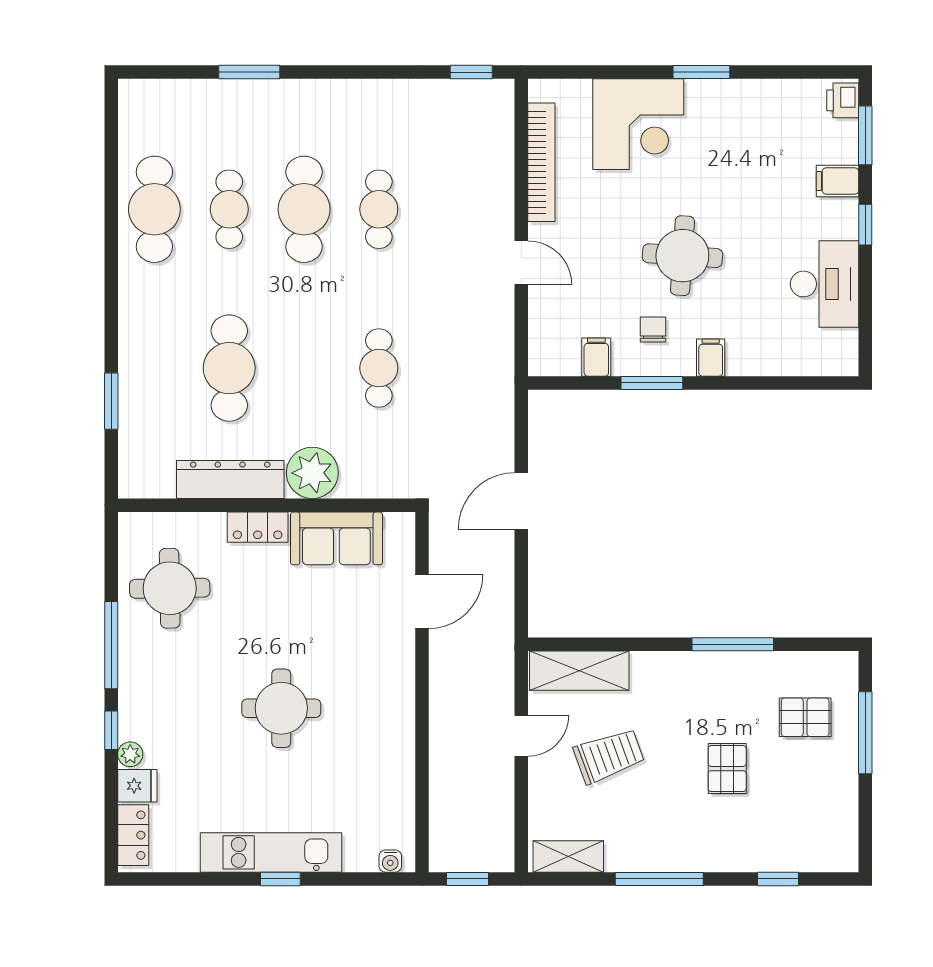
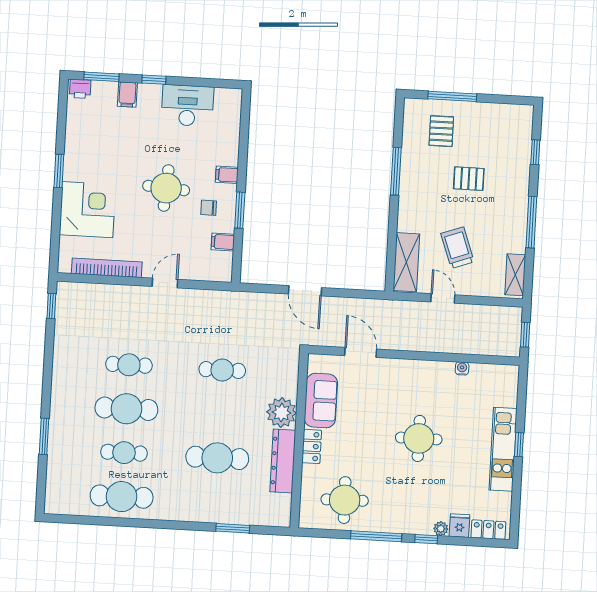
water cooler: (390, 861) -> (462, 368), moved, turned -90

